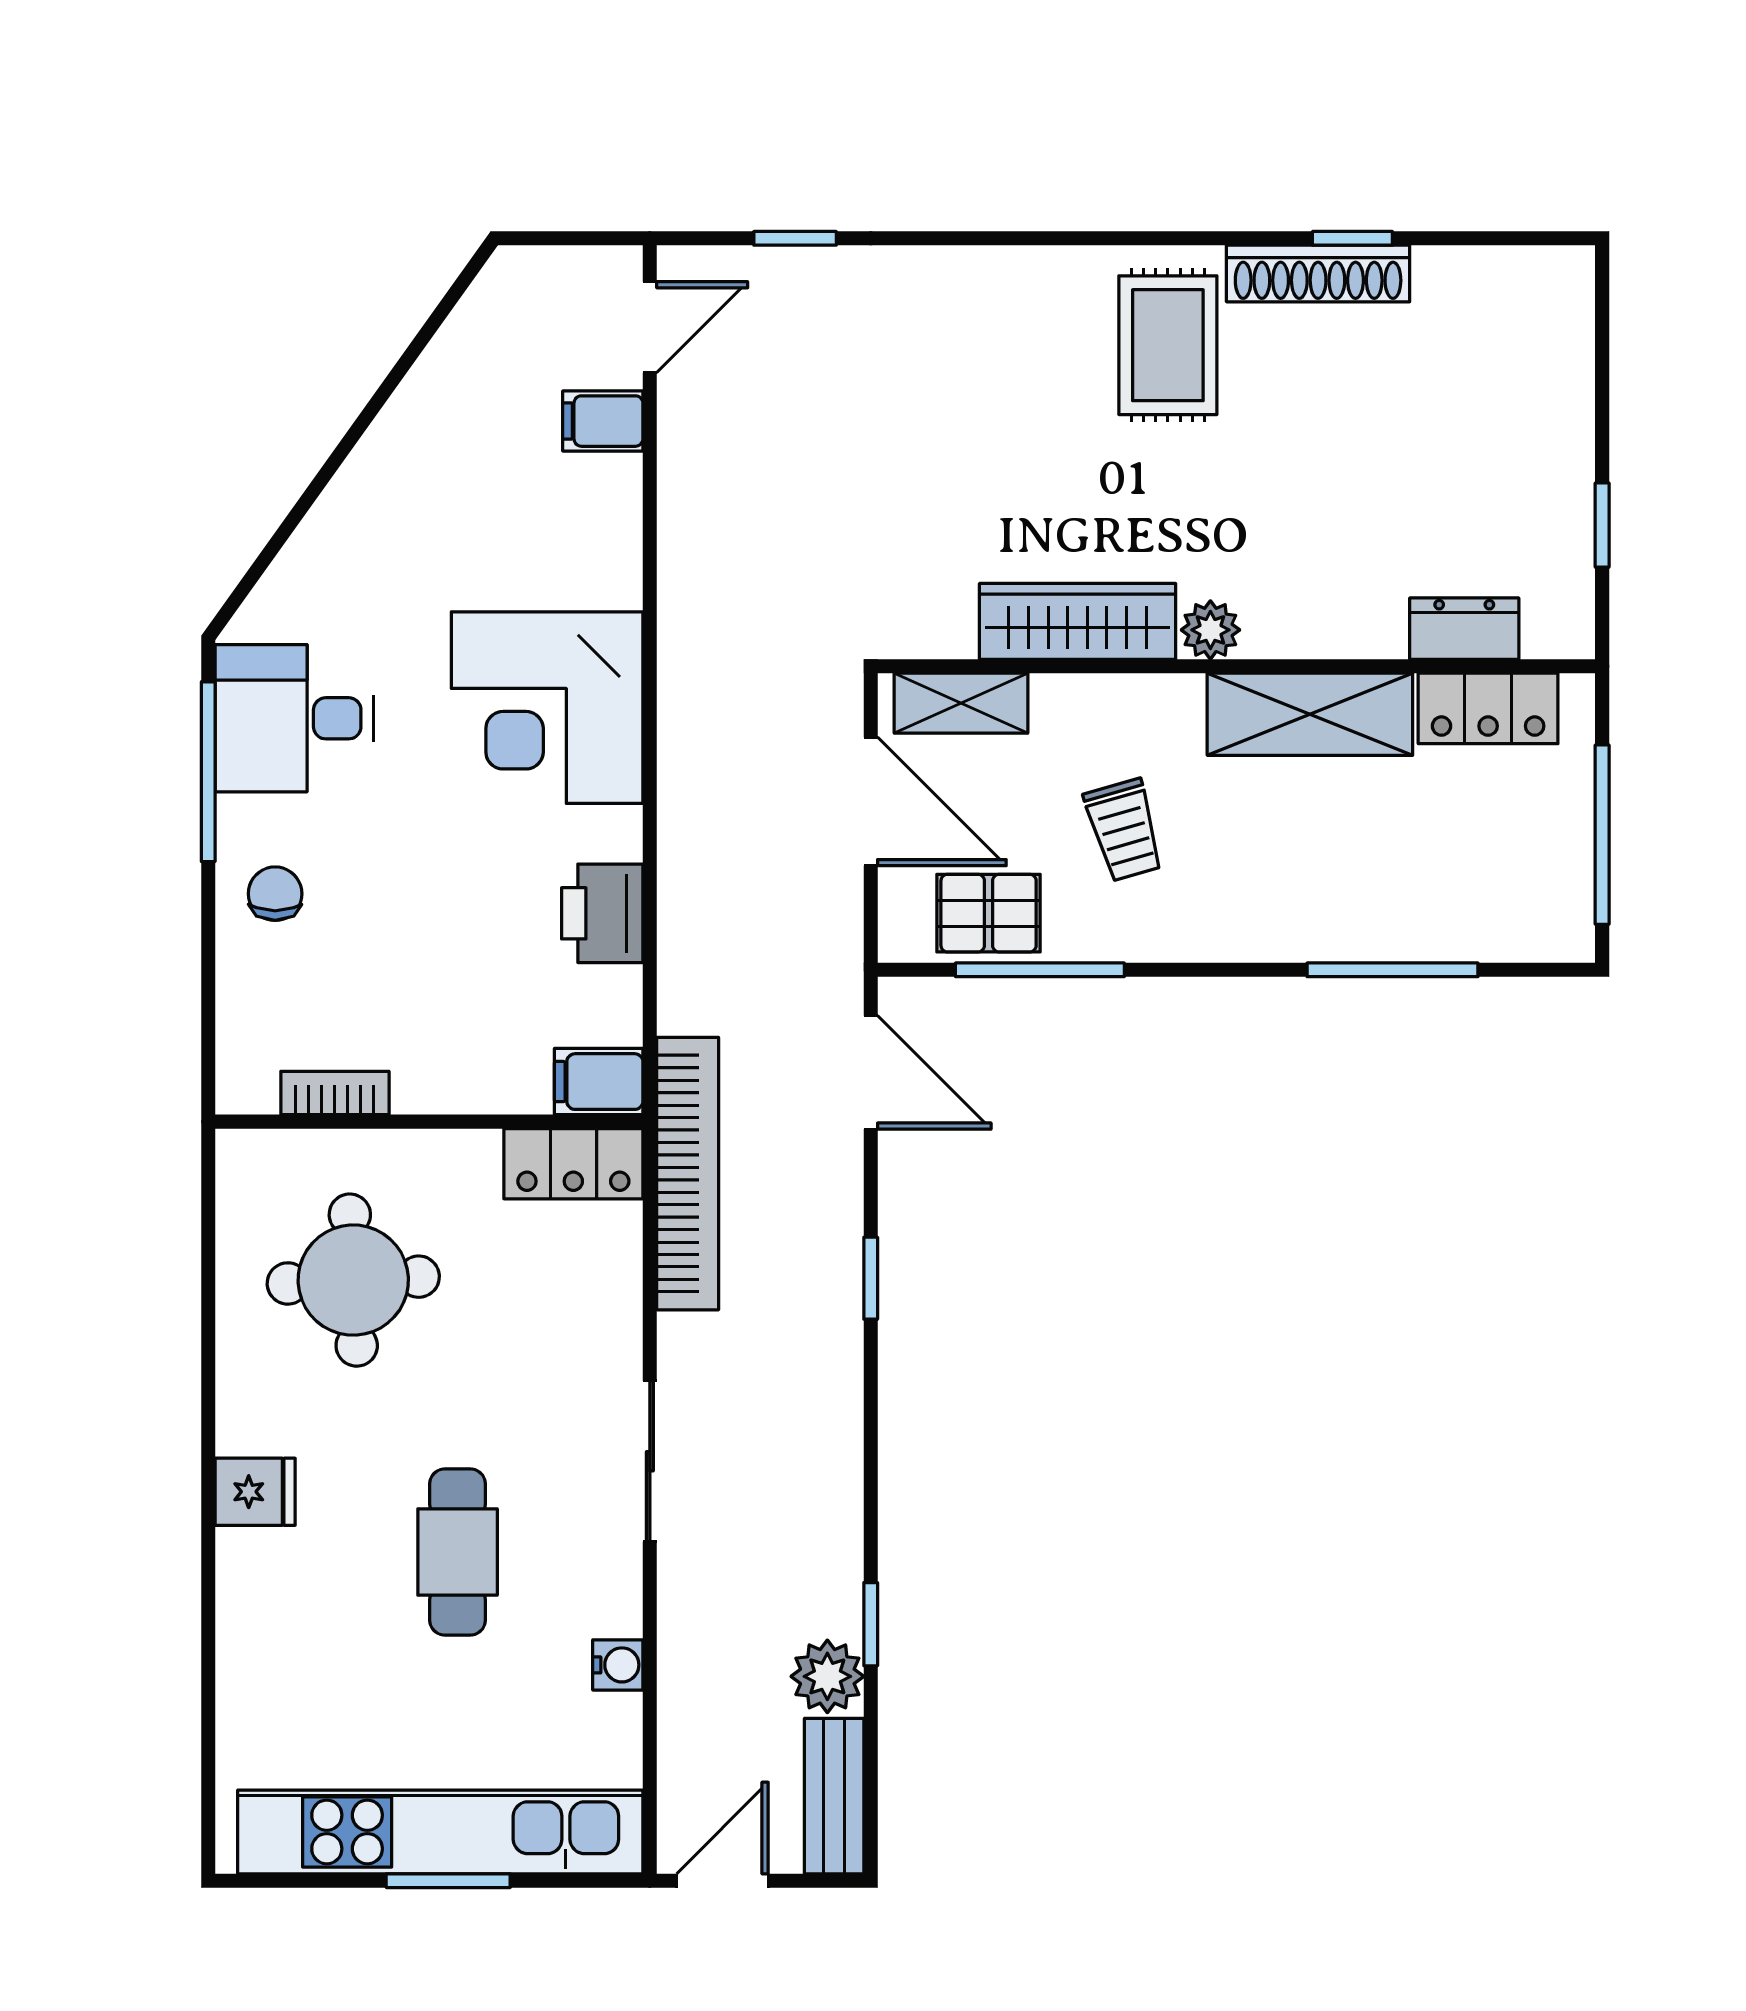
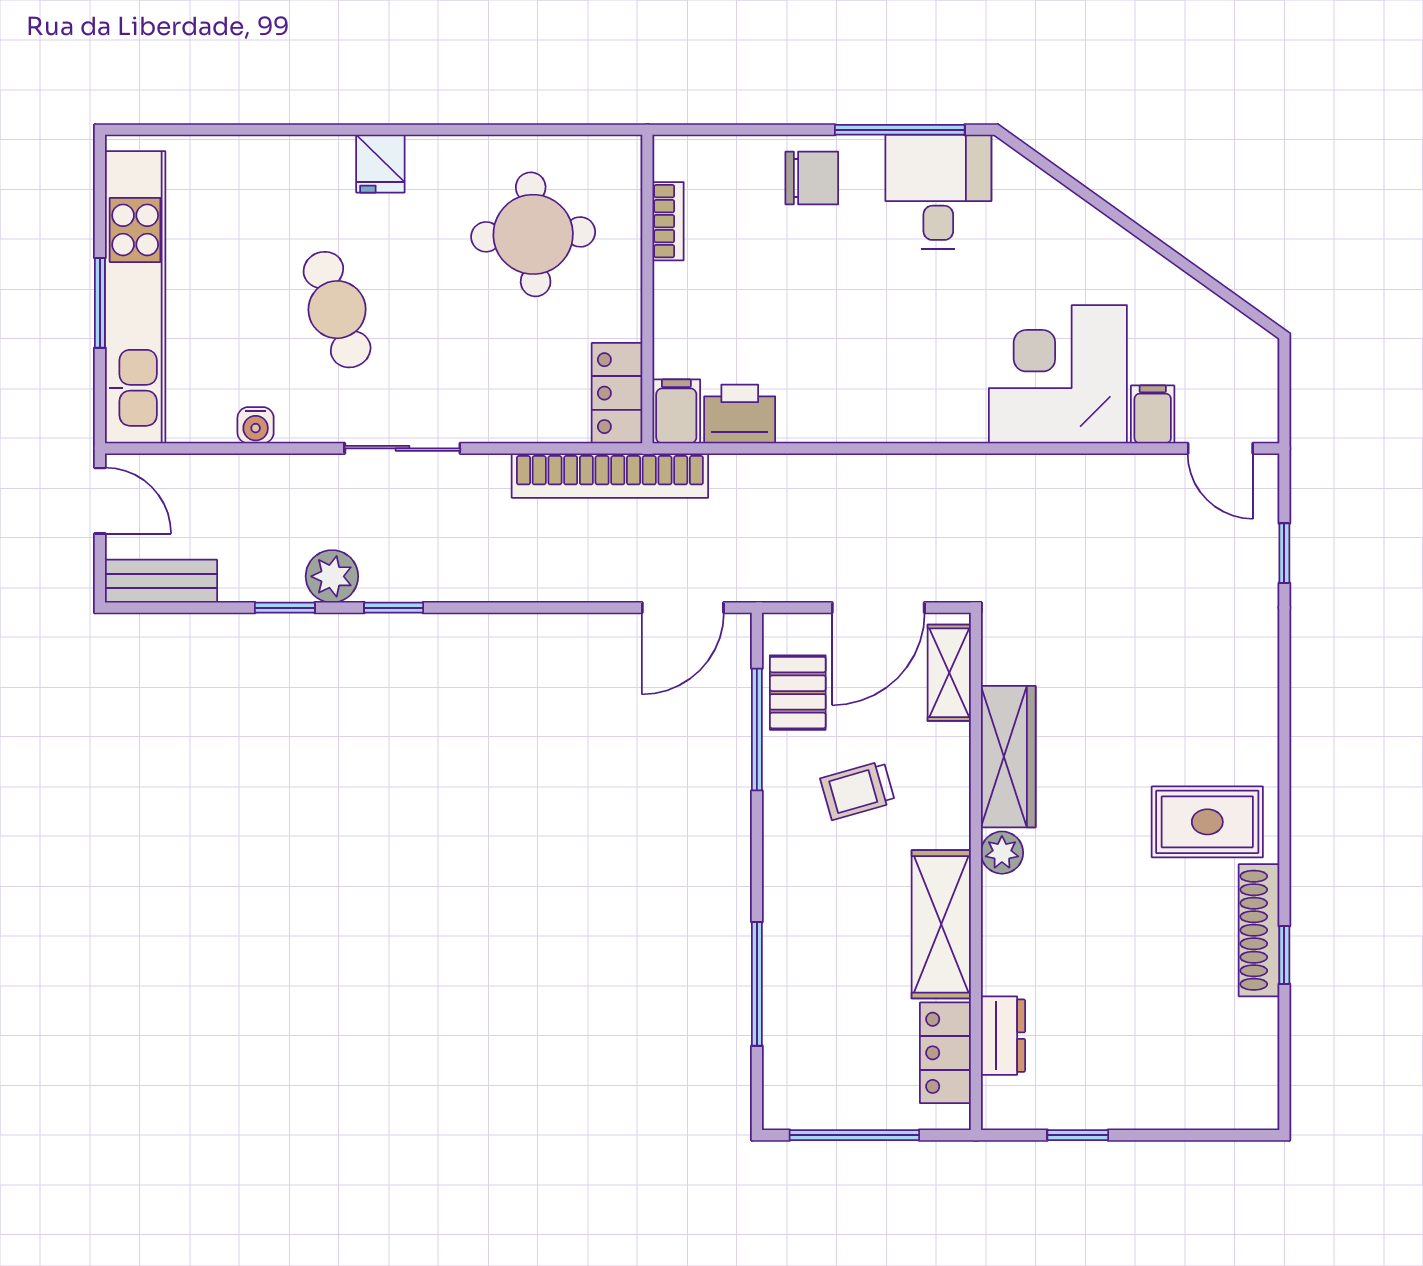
corner desk: (547, 708) -> (1058, 374), moved
chair: (275, 894) -> (812, 178), width x1.37, depth x1.37
printer: (602, 913) -> (740, 414), moved
window: (871, 1278) -> (394, 608), moved
cafe table: (458, 1552) -> (337, 310), turned 71
plant: (827, 1676) -> (332, 576), moved

